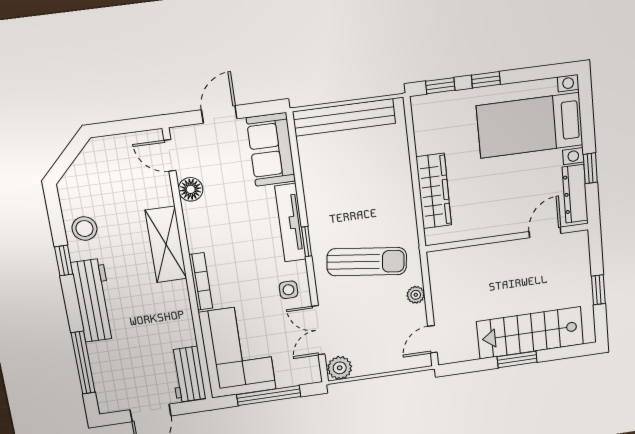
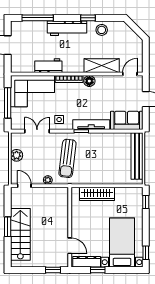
window: (486, 80) -> (146, 253), moved
floor lamp: (191, 189) -> (89, 81), moved
shelving: (166, 245) -> (102, 66), moved
window: (598, 290) -> (53, 270), moved
plant: (340, 368) -> (17, 155), moved
workbench: (187, 374) -> (48, 66), moved

